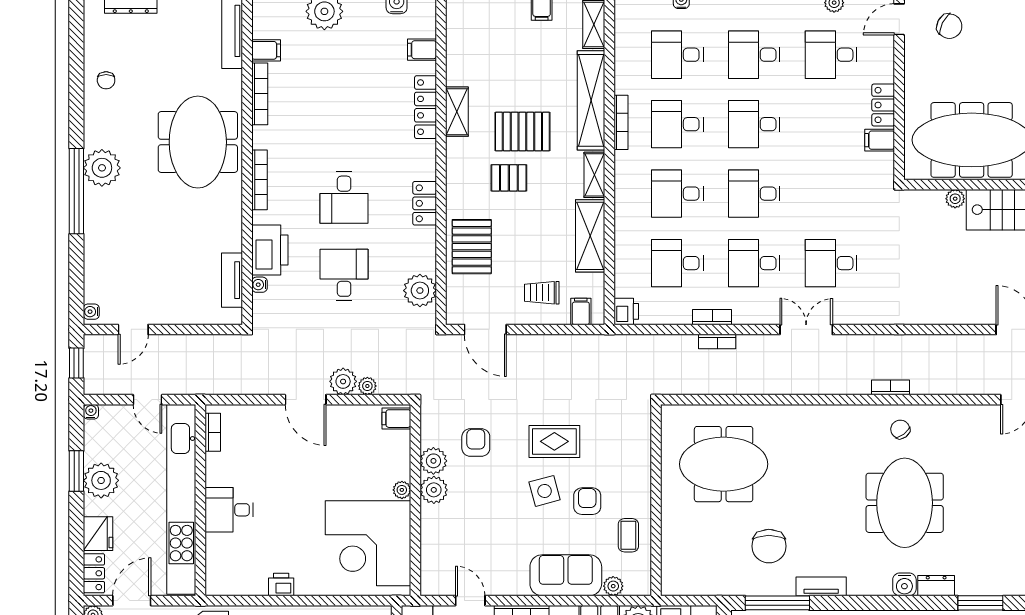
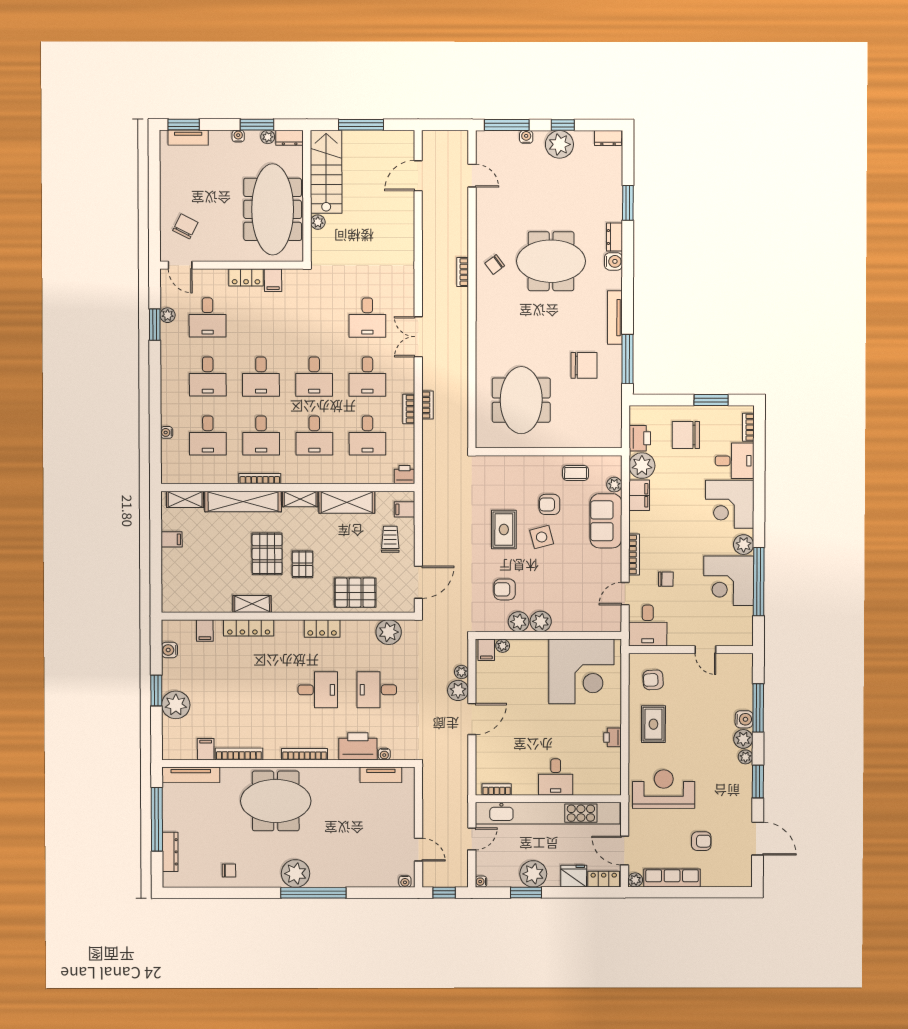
trolley: (542, 293) -> (390, 539), turned 180
plant: (402, 490) -> (503, 646), moved
tv unit: (821, 586) -> (615, 318), width x1.41

